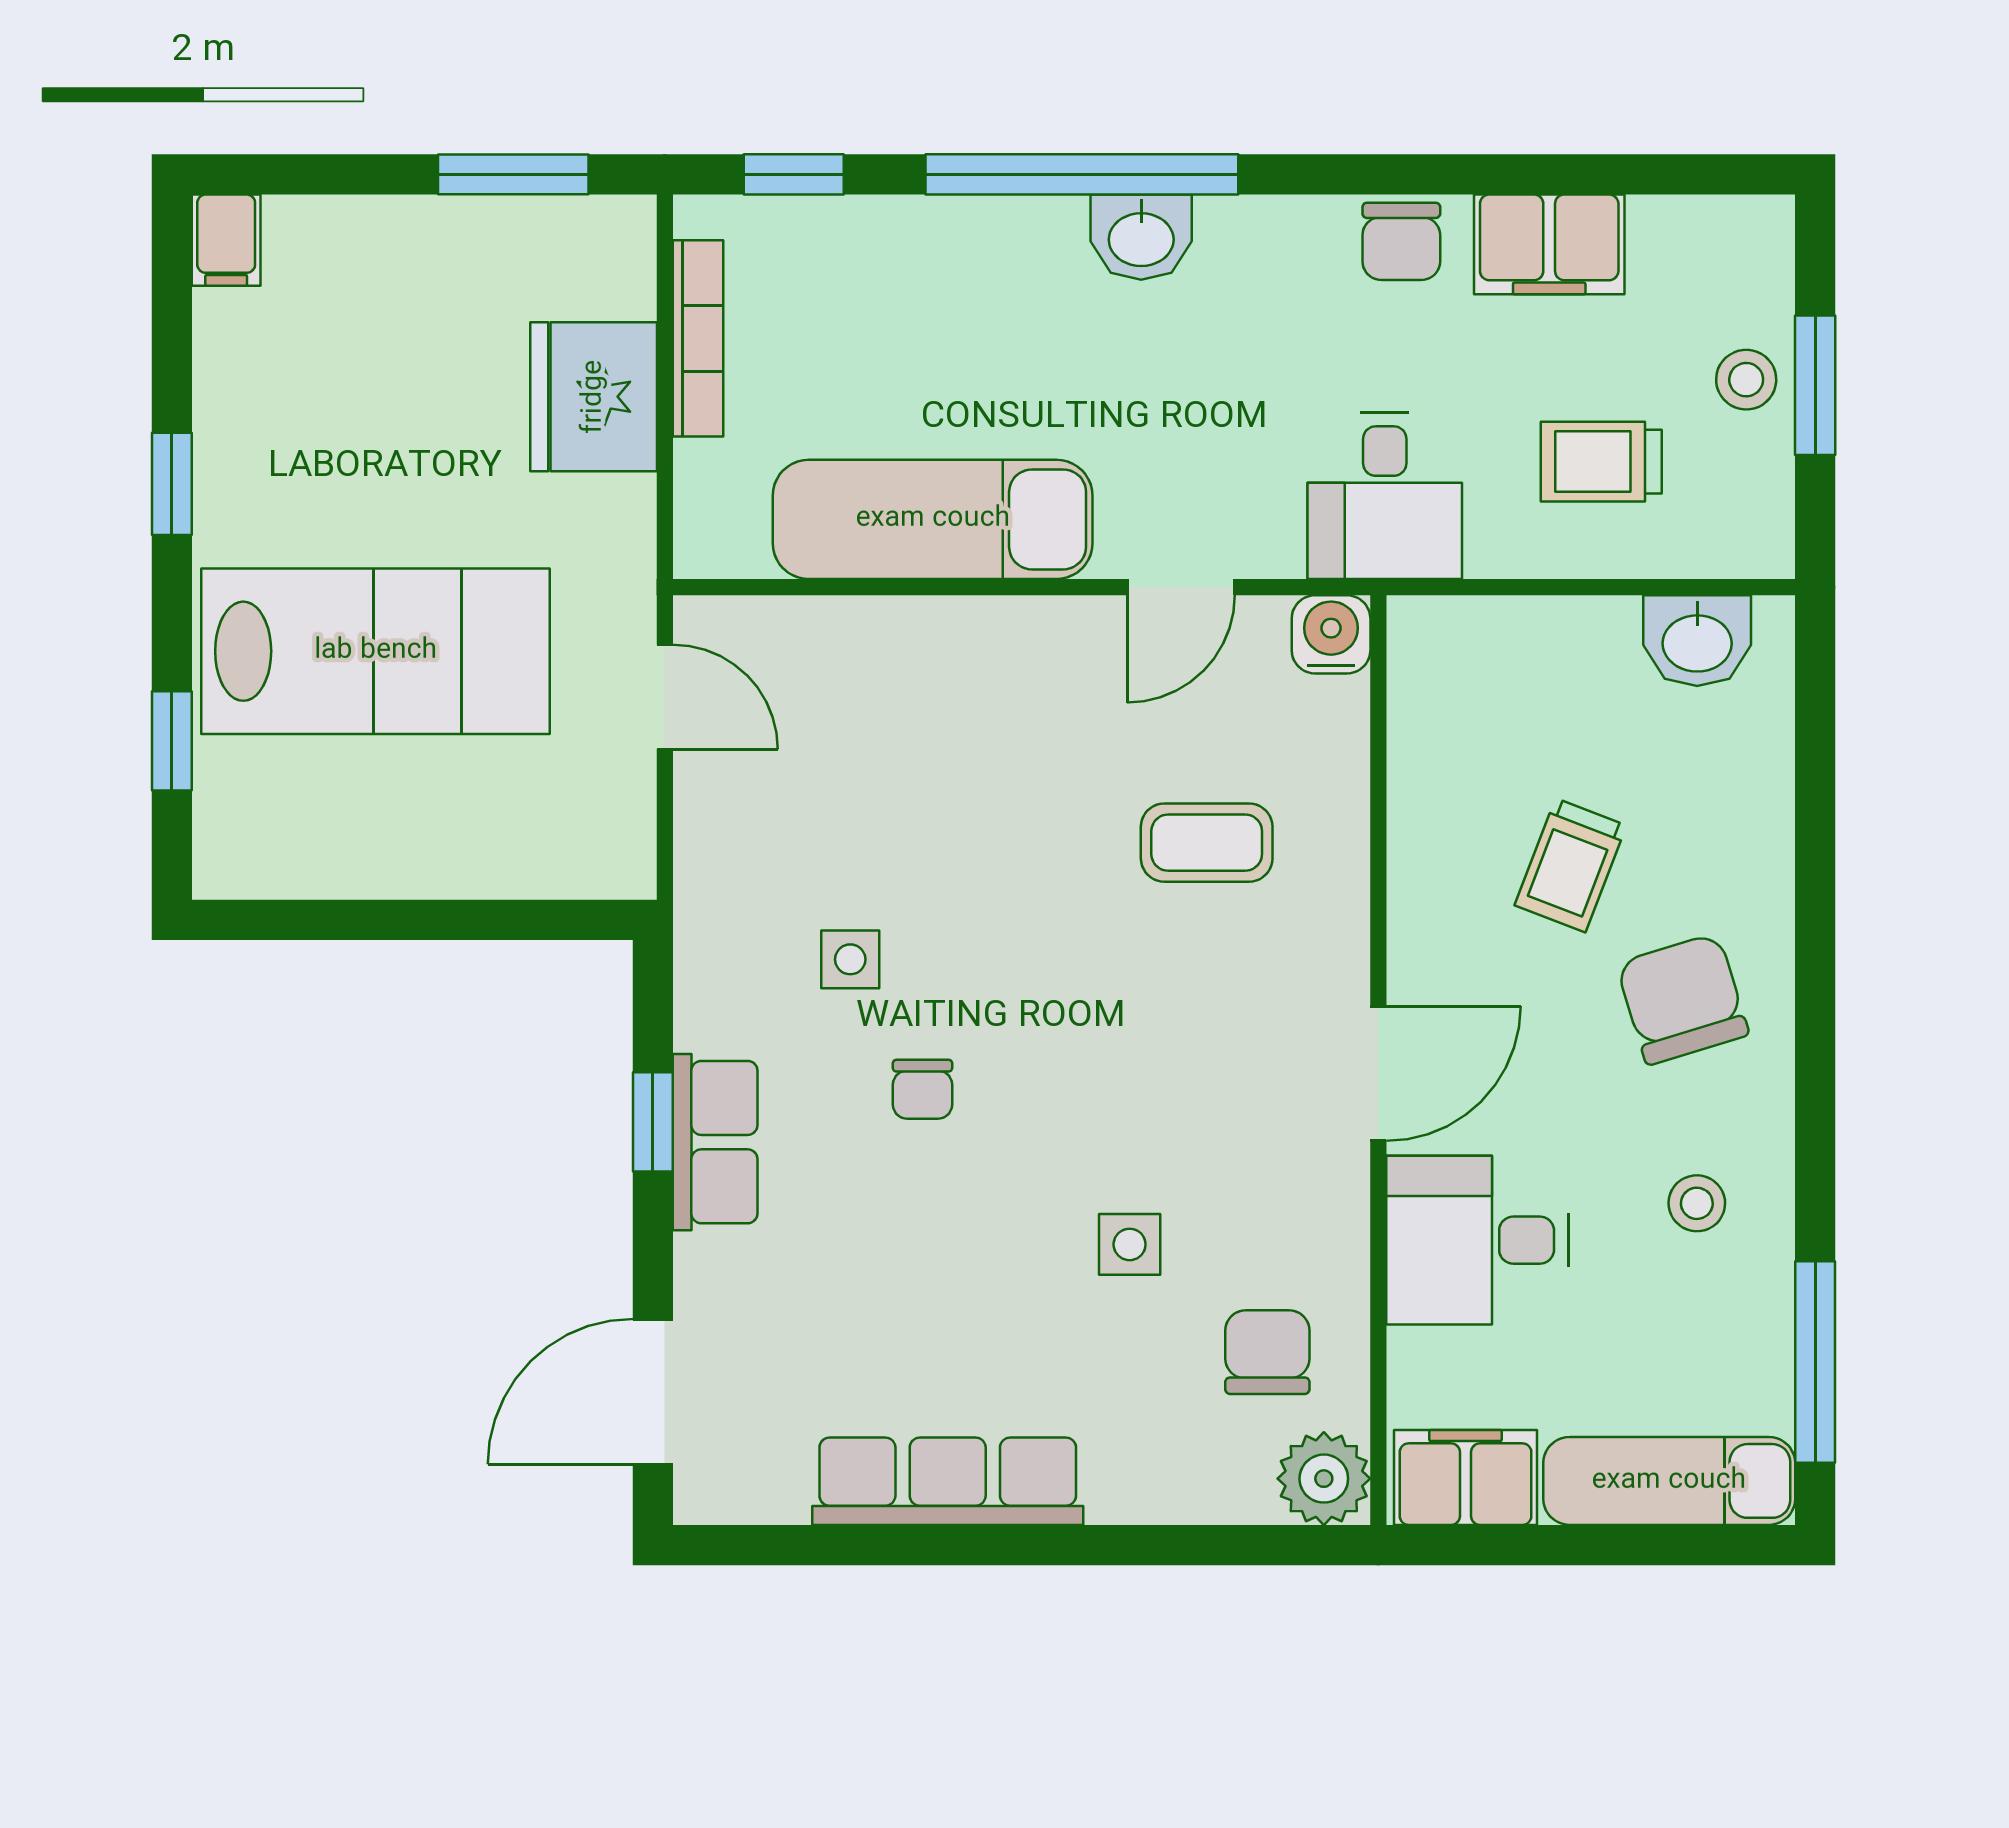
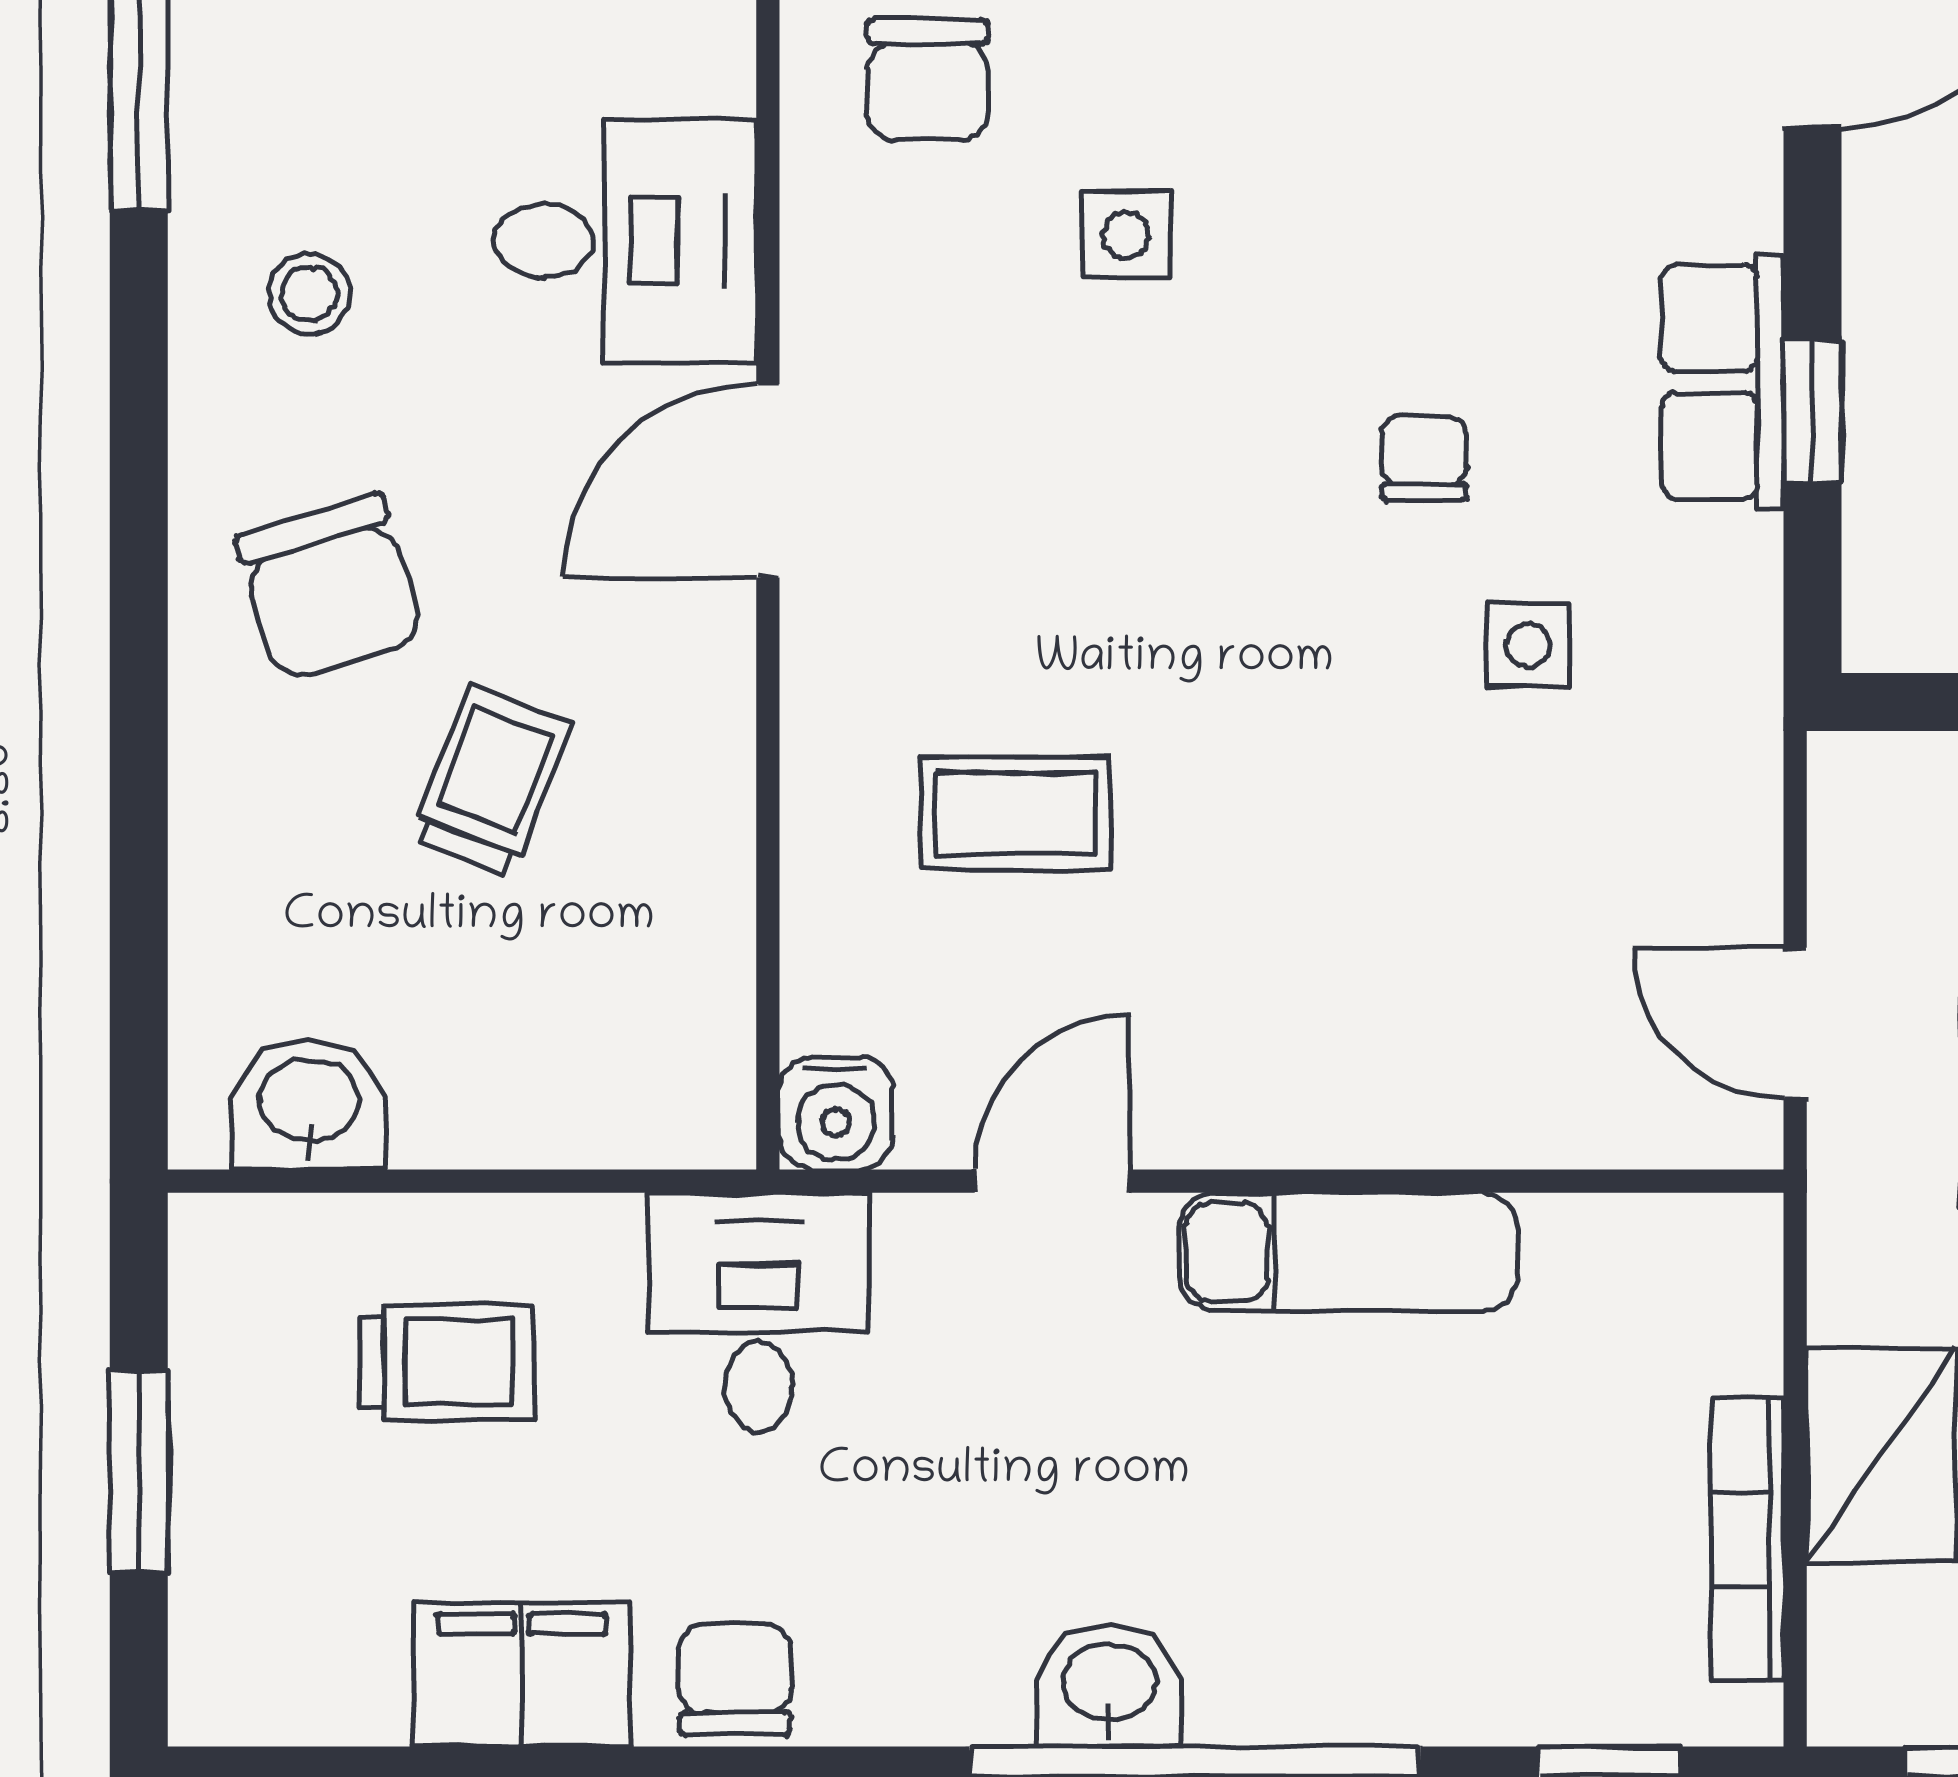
stool: (1746, 380) -> (238, 1480), removed
exam couch: (933, 519) -> (1348, 1252), width x0.73, depth x0.69

